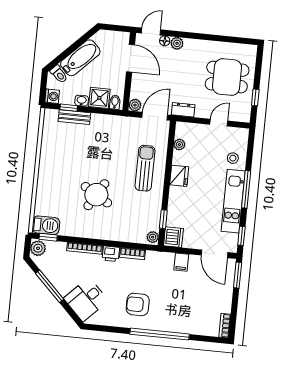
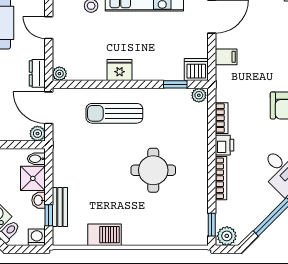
plant: (179, 145) -> (59, 74), moved
round table: (96, 195) -> (153, 170), turned -31
barbecue: (46, 225) -> (104, 235), moved, turned 90

